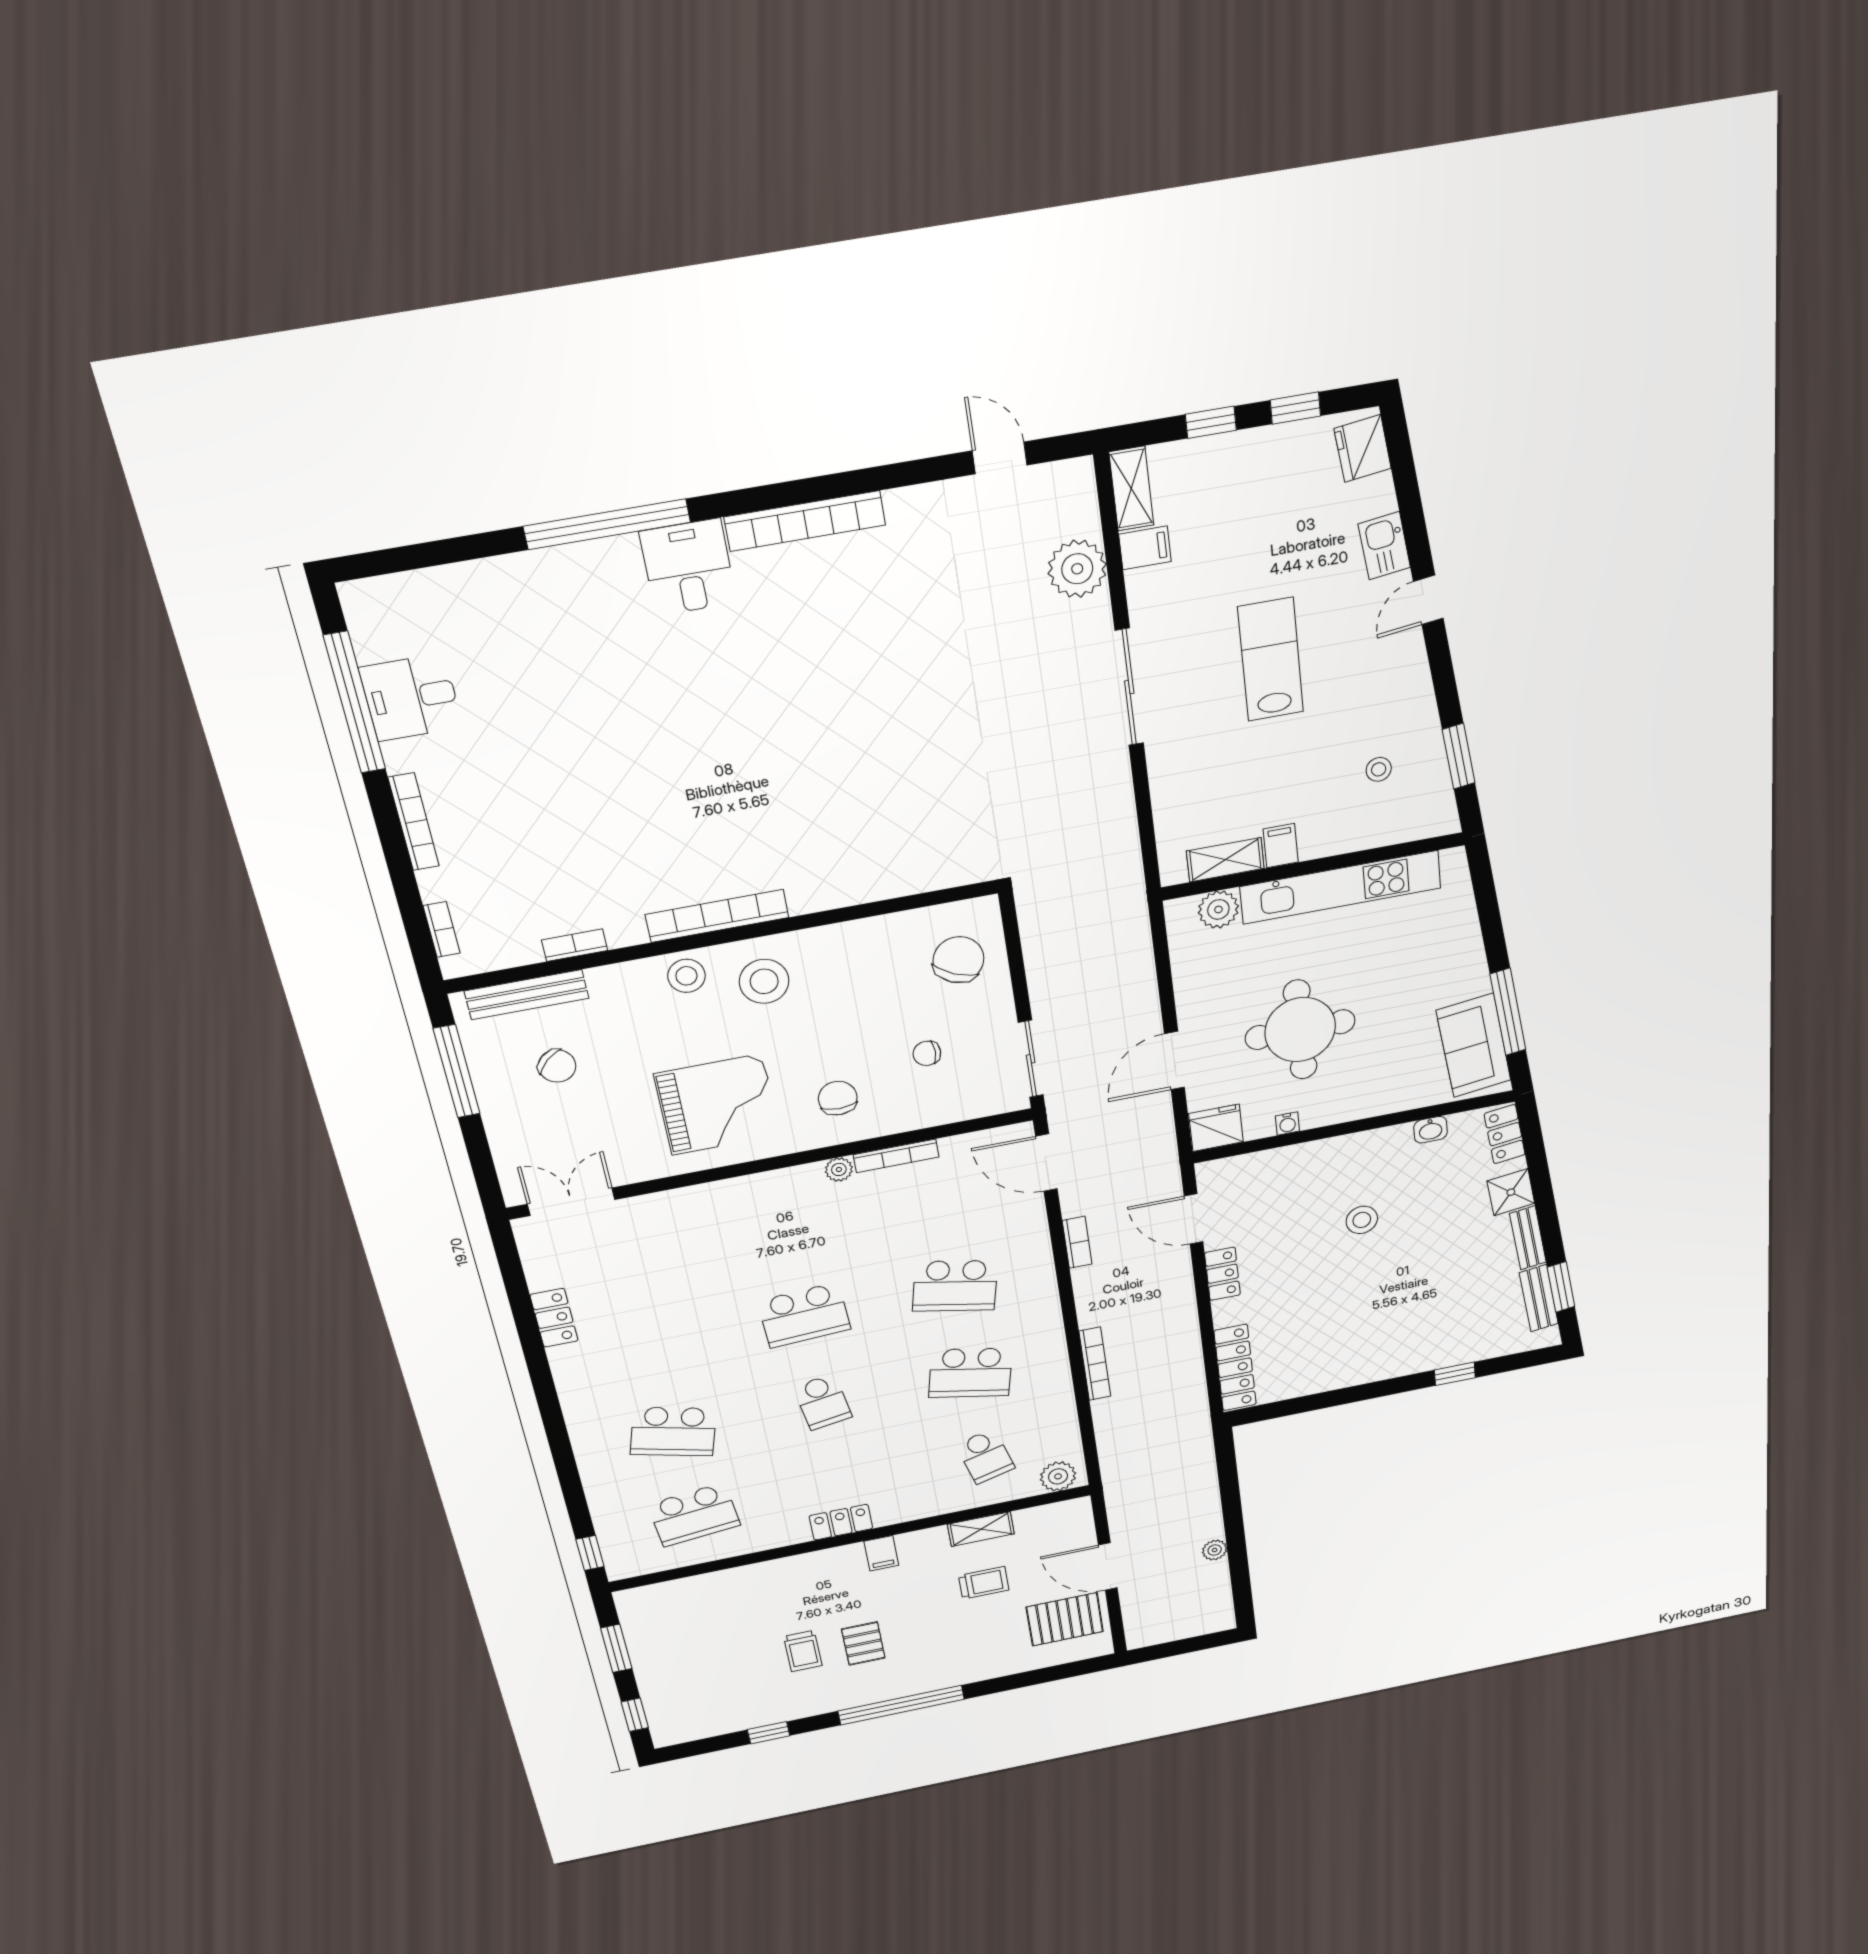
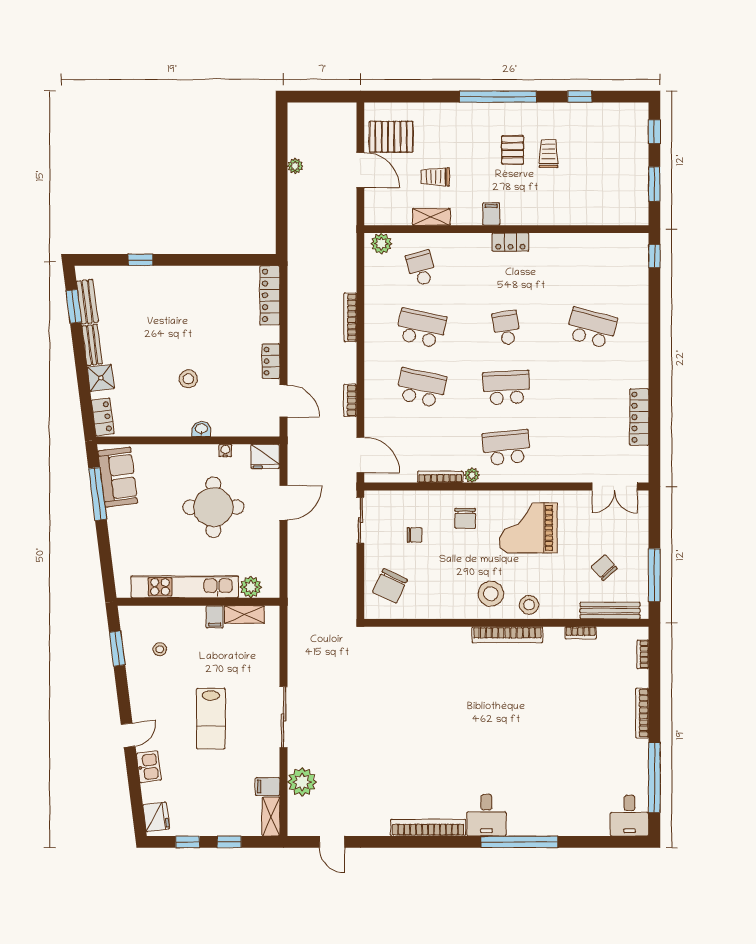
desk: (411, 697) -> (630, 816), moved, turned 90
washbasin: (1431, 1130) -> (201, 429), moved
locker: (554, 1318) -> (639, 417), width x1.53
school desk: (694, 1515) -> (506, 447), moved

